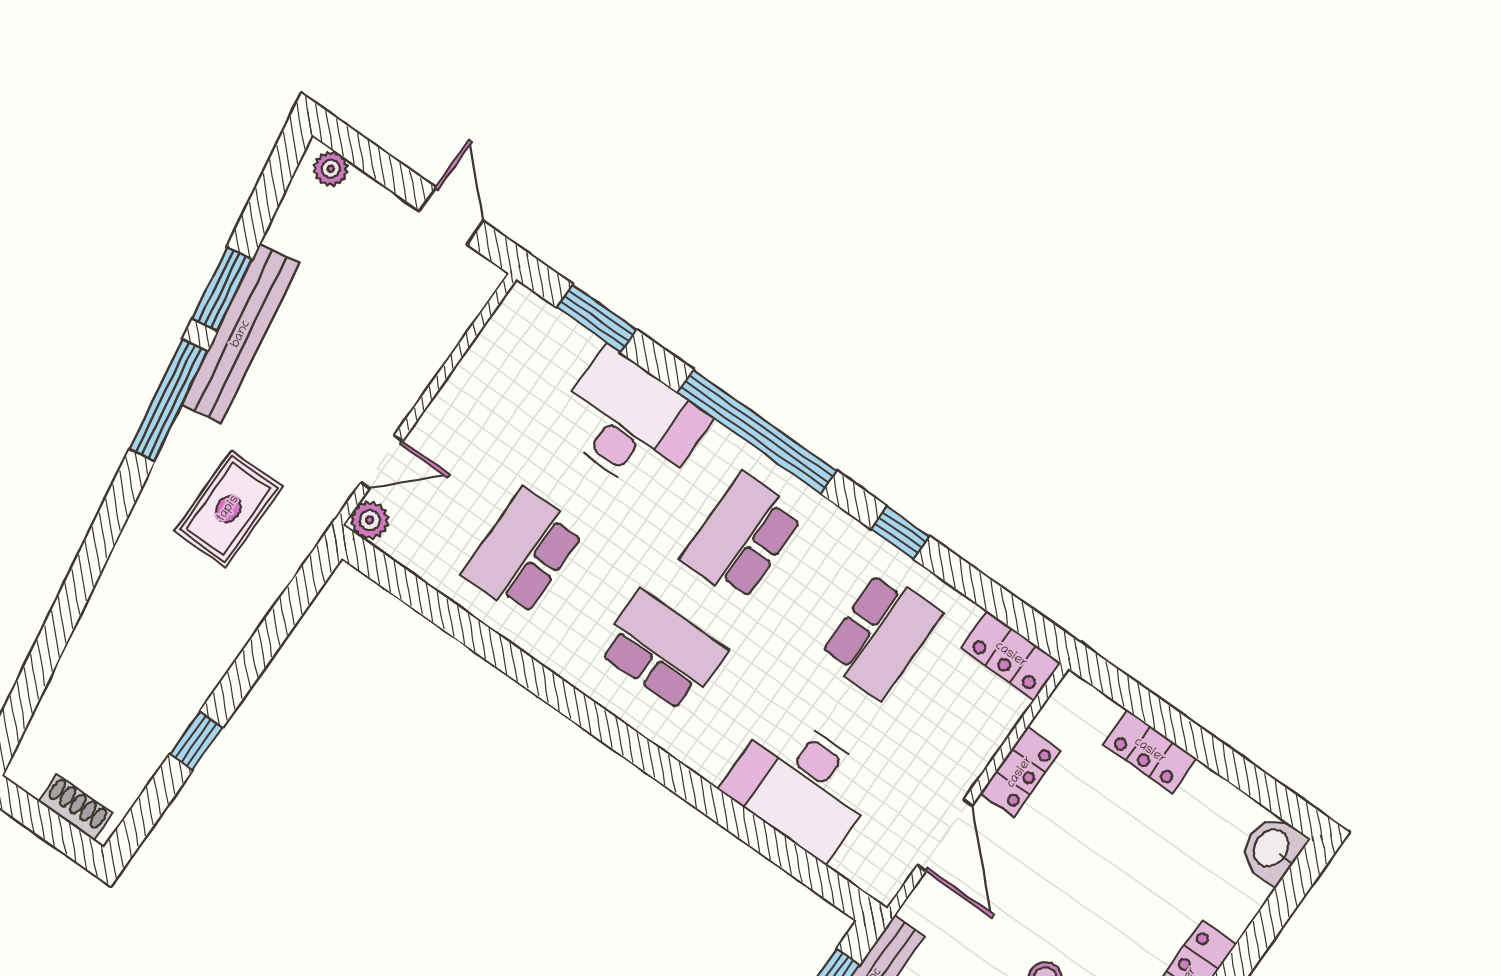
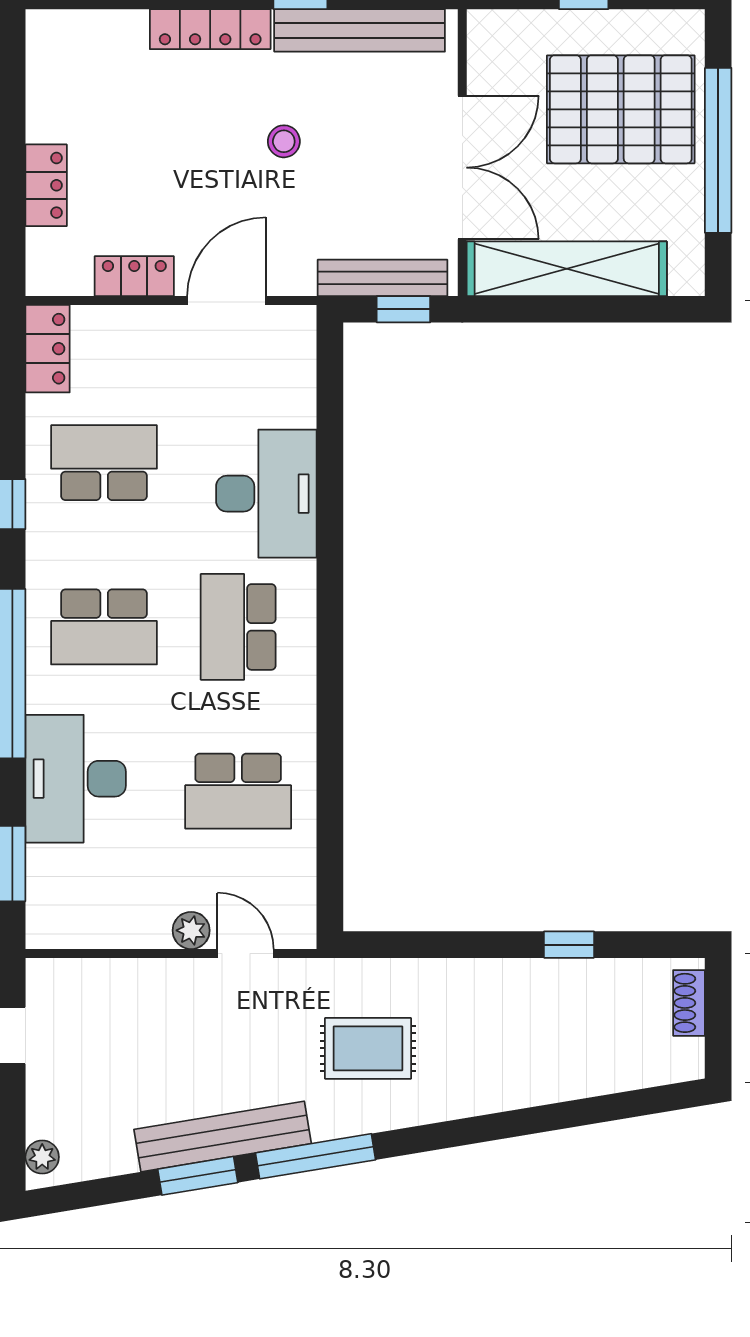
plant: (370, 520) -> (191, 930), moved
desk: (802, 785) -> (266, 494), moved
washbasin: (1272, 849) -> (55, 34), removed

